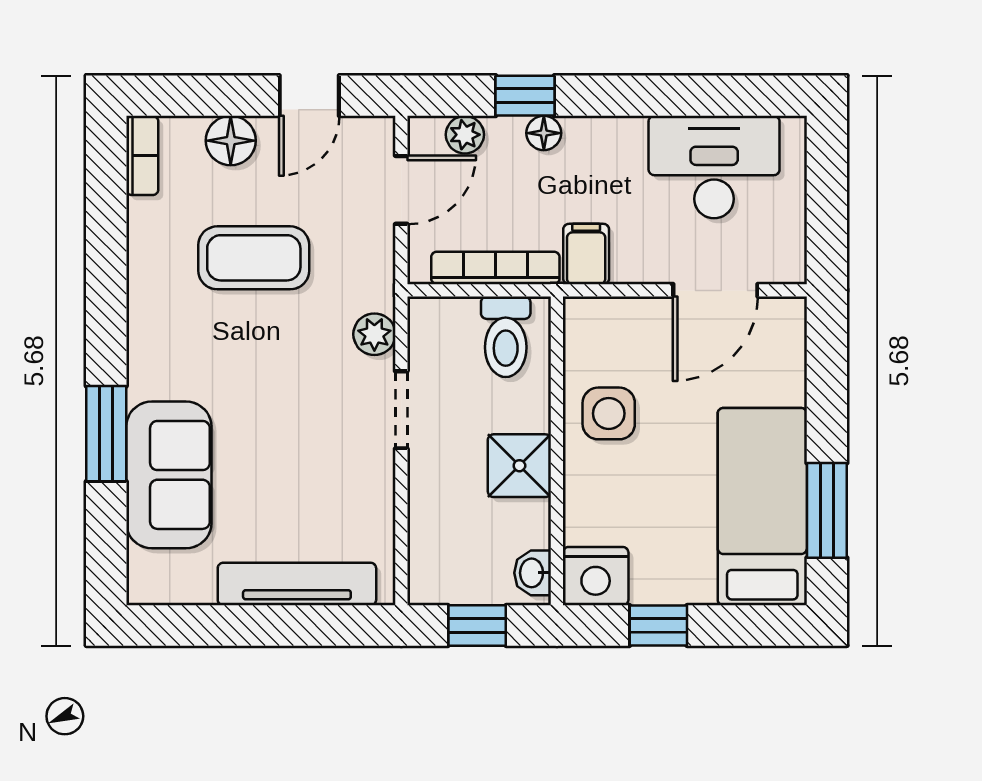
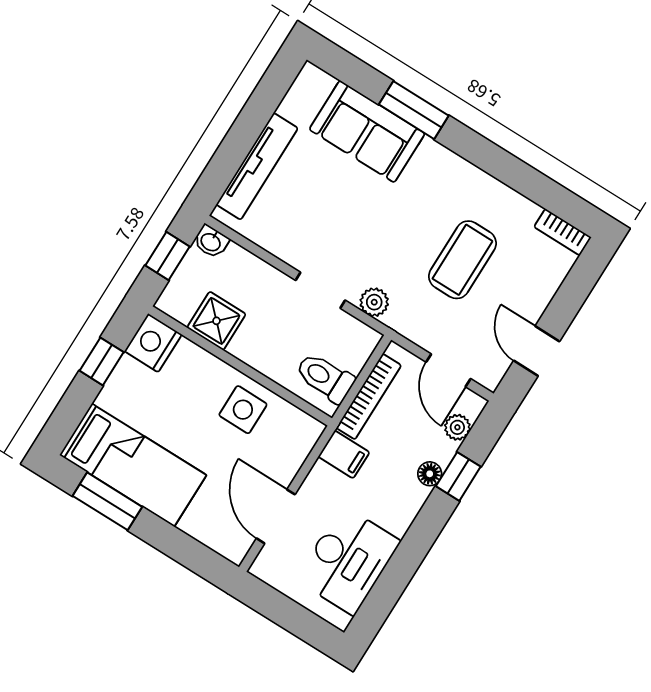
floor lamp: (231, 141) -> (539, 289), removed
shower: (519, 466) -> (216, 321), moved
washbasin: (533, 573) -> (211, 242), moved, turned 180

